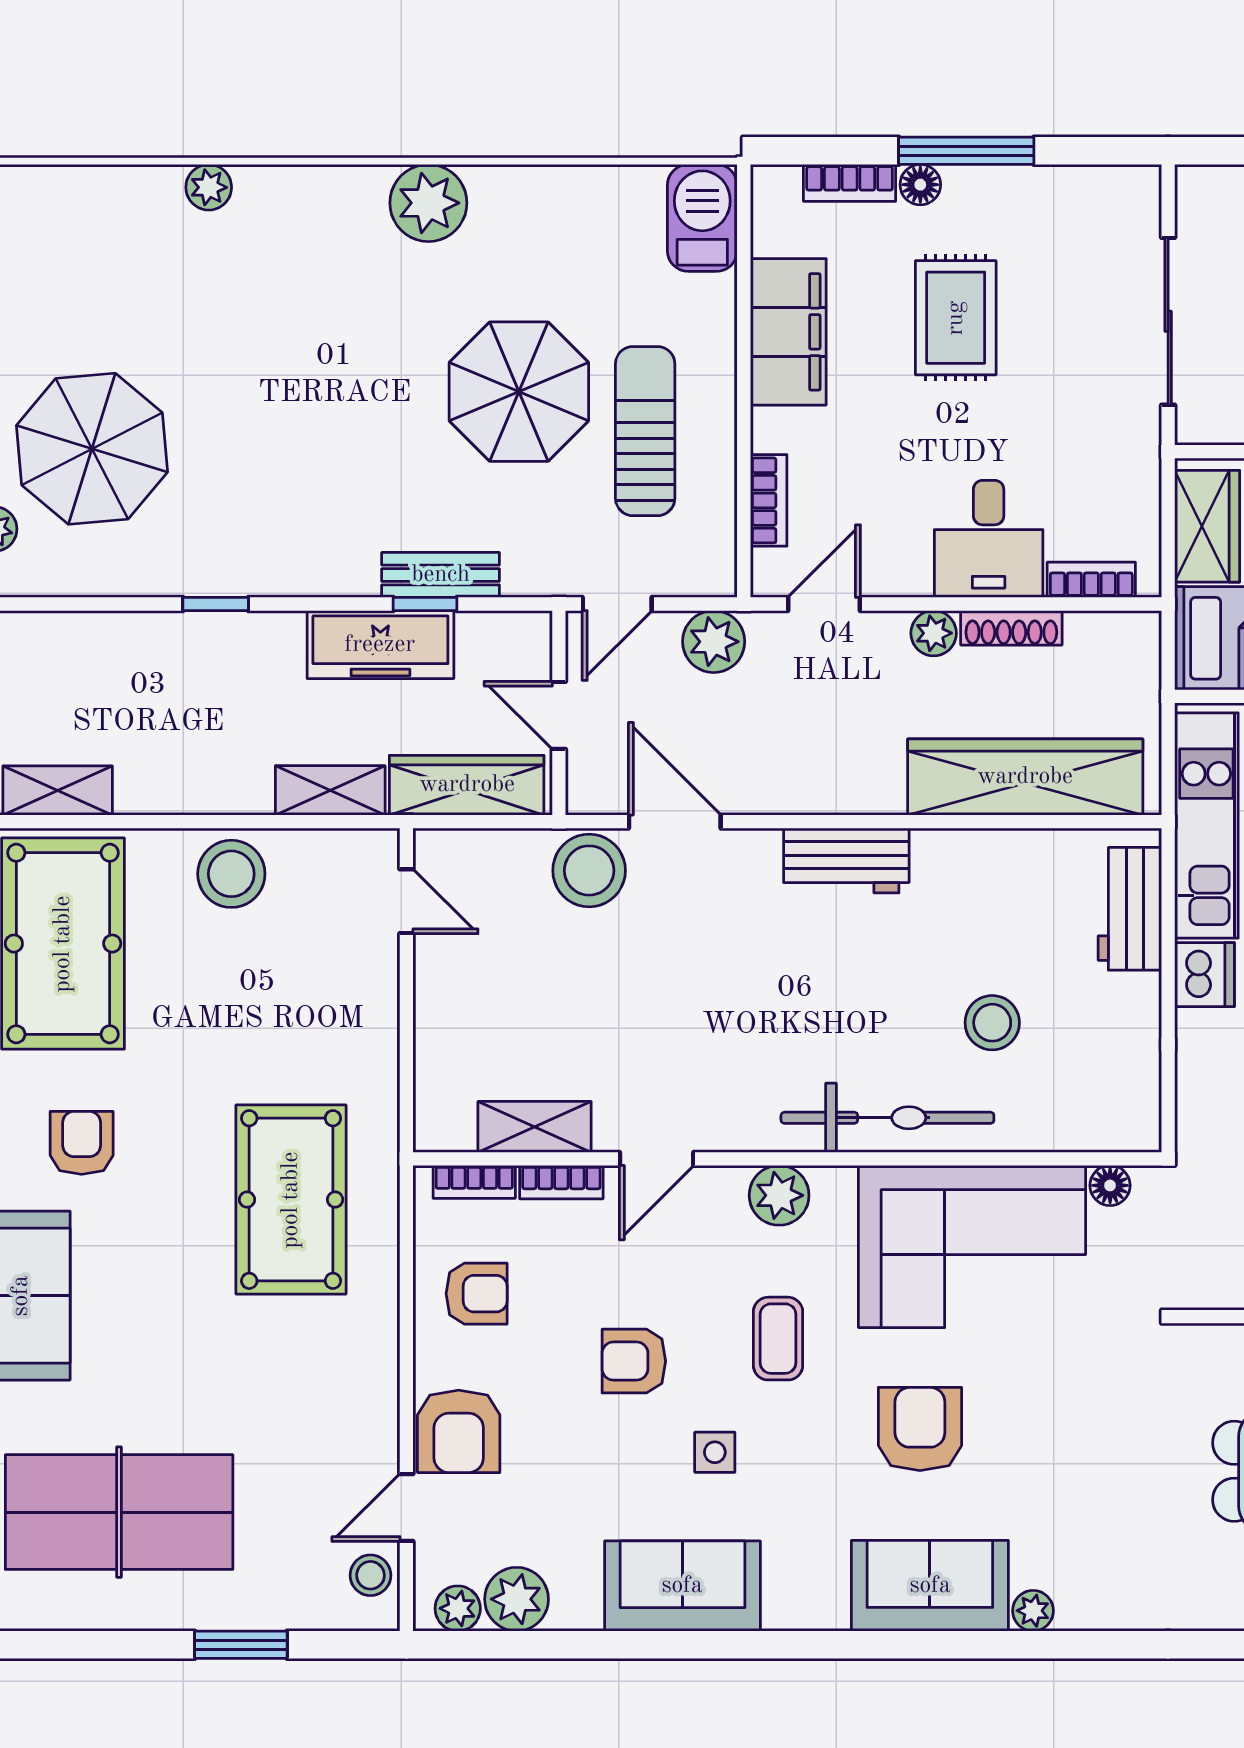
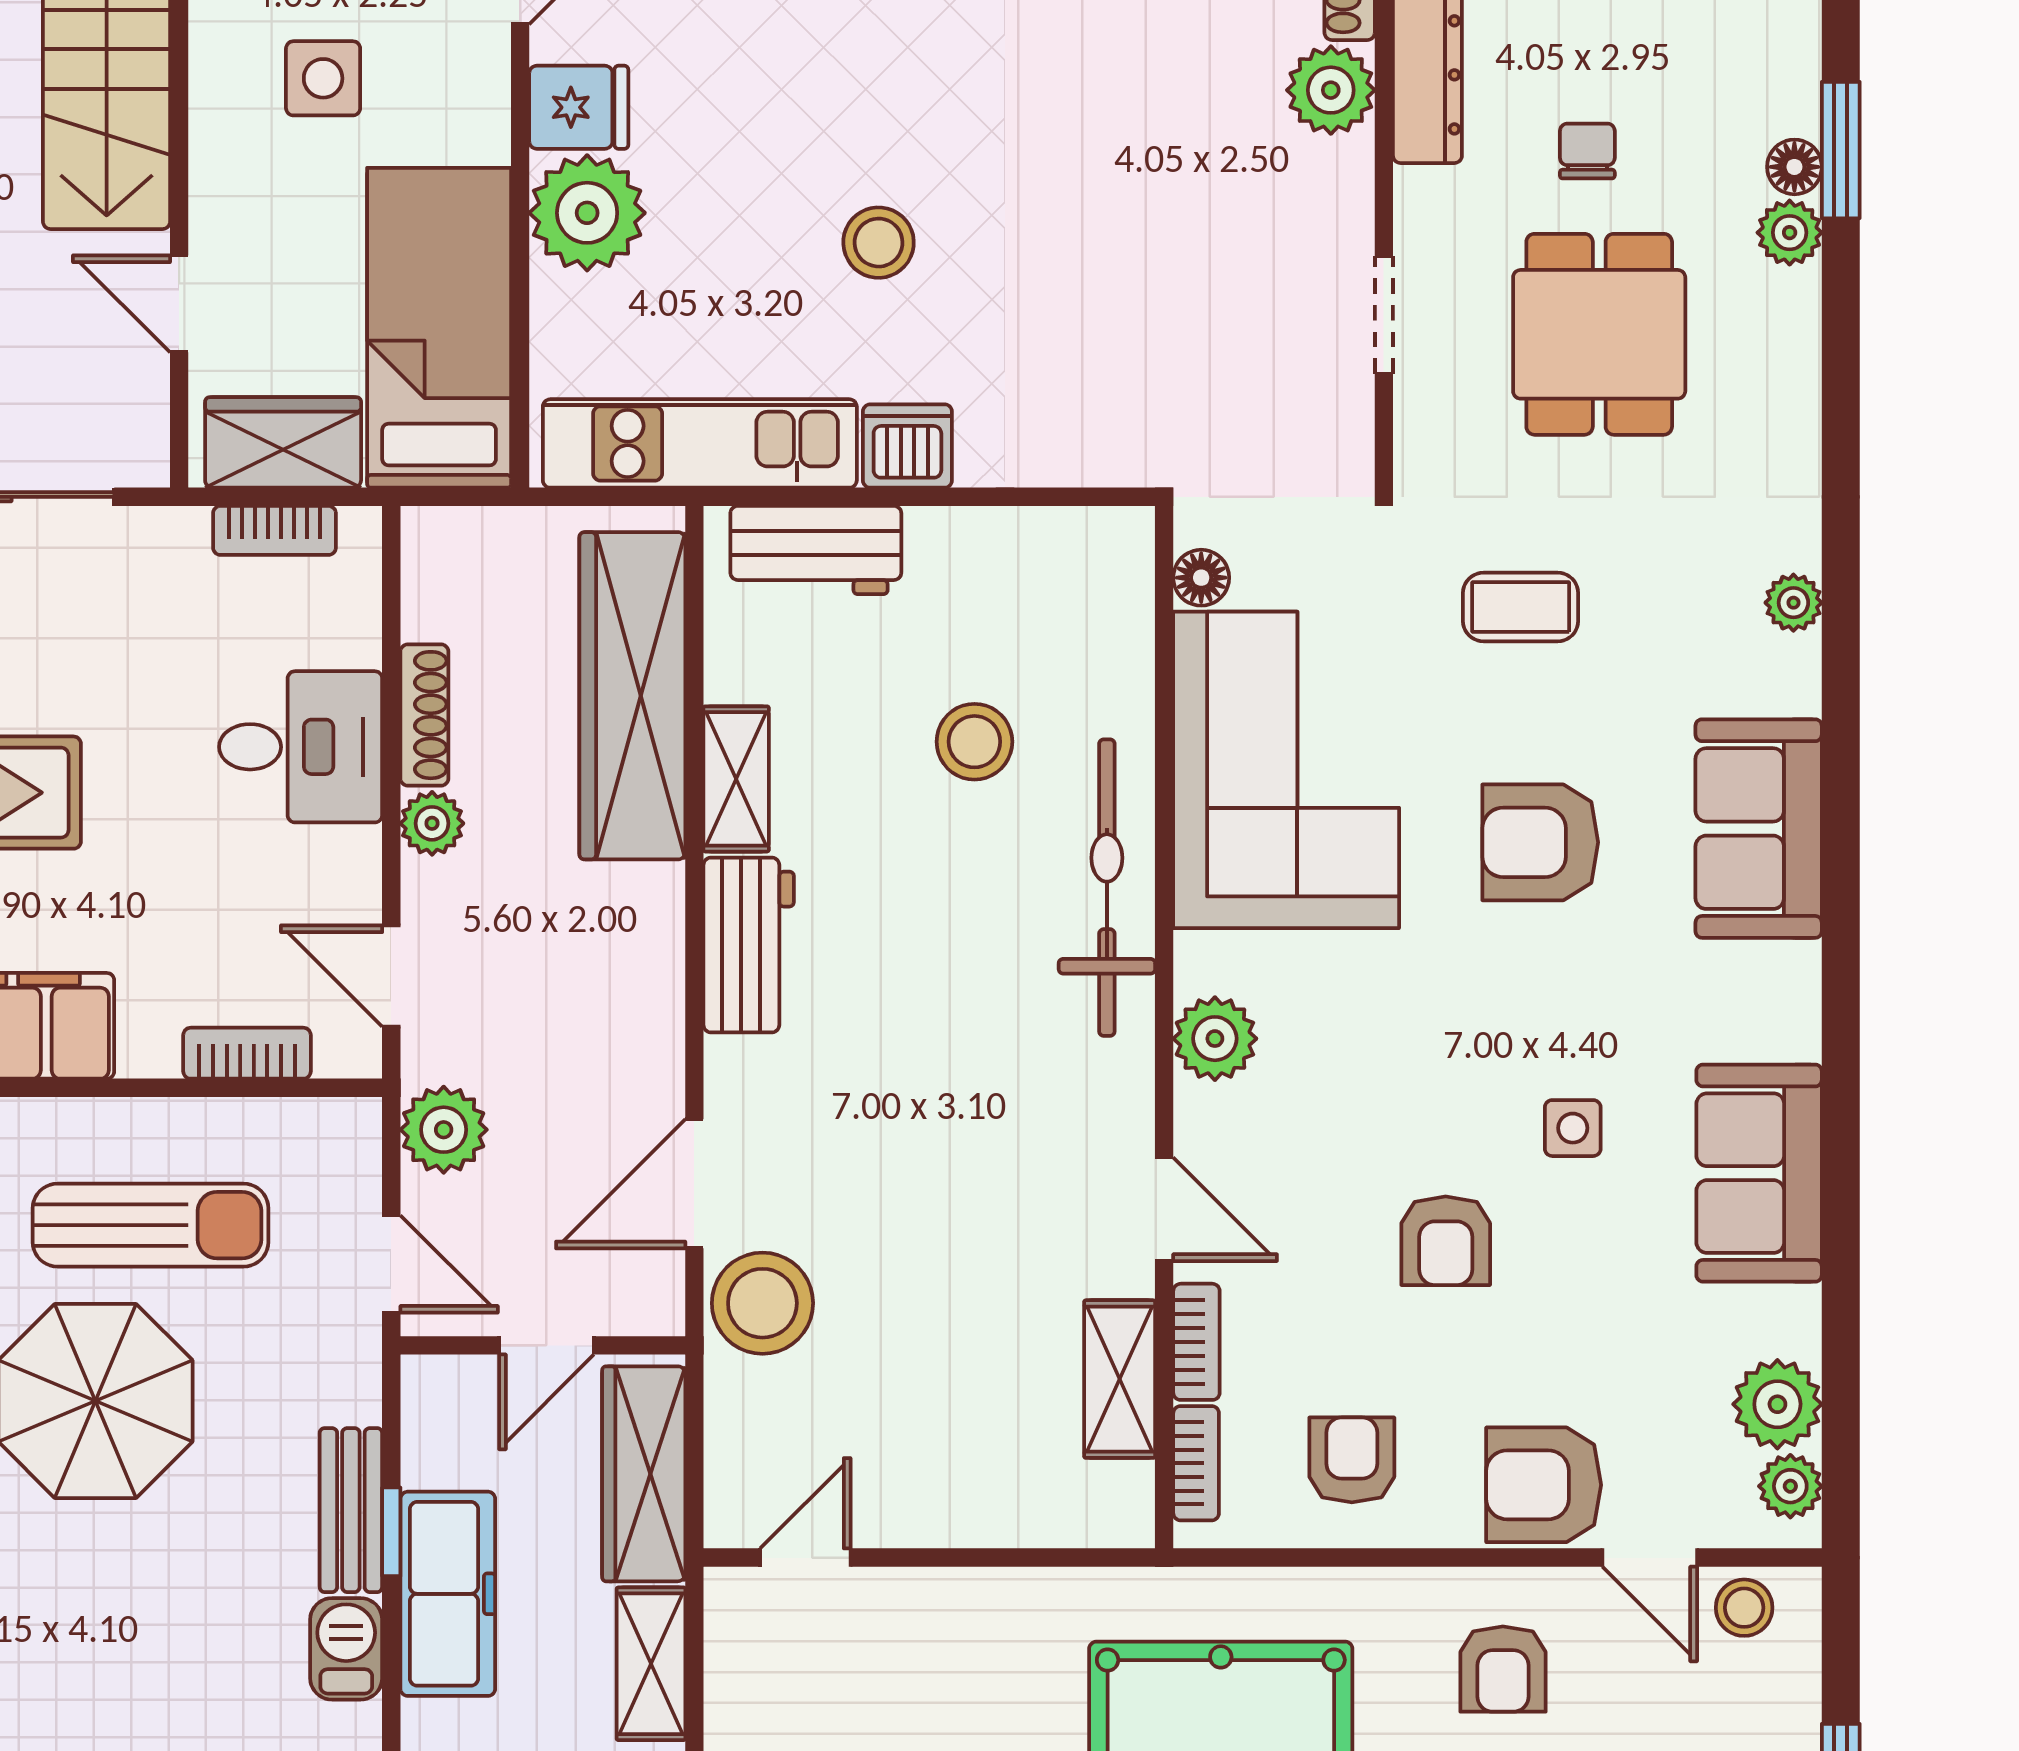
sun lounger: (645, 431) -> (151, 1225), turned 180
barbecue: (341, 572) -> (346, 1649), added
bookcase: (1091, 580) -> (274, 530), moved, turned -90
shelving: (966, 852) -> (736, 779), added
coffee table: (778, 1339) -> (1521, 607), moved
armchair: (326, 1402) -> (1503, 1669), added
armchair: (459, 1431) -> (1544, 1485), turned 180
plant: (1033, 1611) -> (1793, 603), moved

